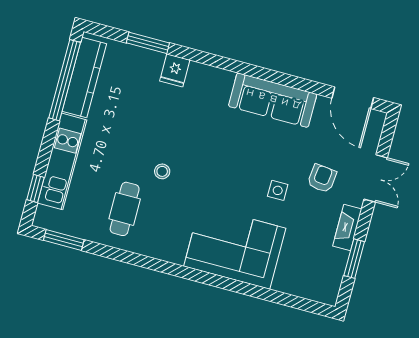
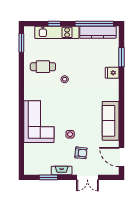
door: (353, 98) -> (121, 157), hinge flipped
window: (36, 188) -> (54, 24), moved

